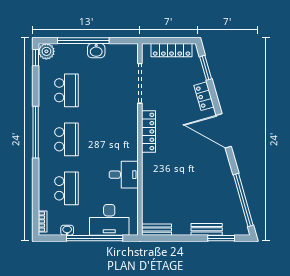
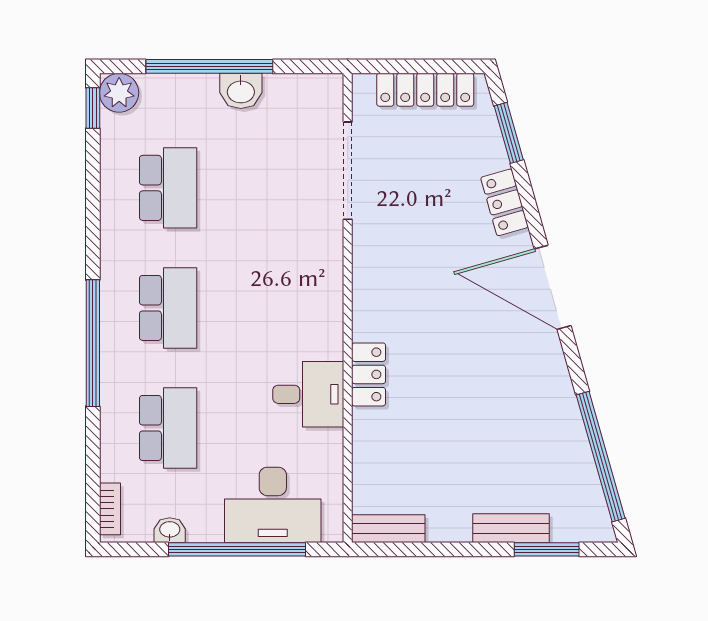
locker: (148, 131) -> (369, 374), moved, width x0.66
window: (36, 132) -> (93, 343), moved

